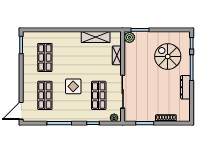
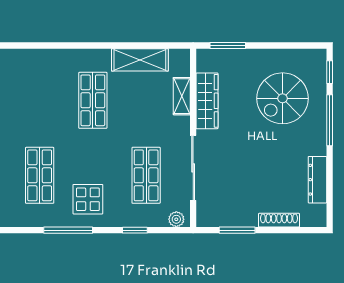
plant: (129, 37) -> (207, 61), removed
spiral stairs: (168, 56) -> (283, 98), turned -90
shop shelf: (45, 57) -> (93, 100), moved
wardrobe: (130, 58) -> (207, 101), added
display table: (73, 86) -> (88, 199), moved
dresser: (185, 87) -> (317, 180), moved

